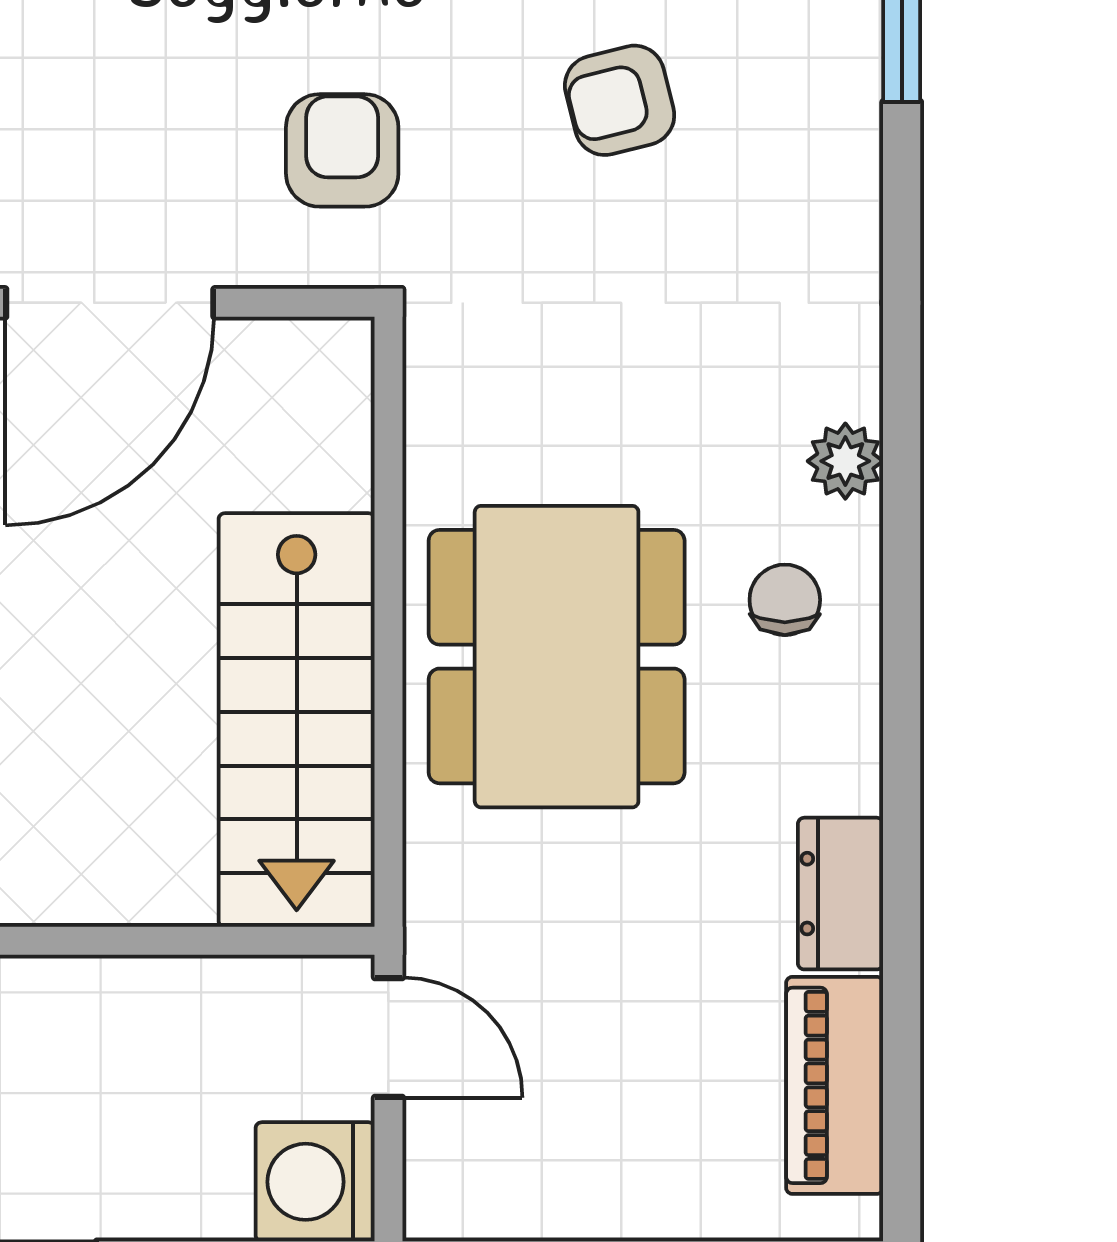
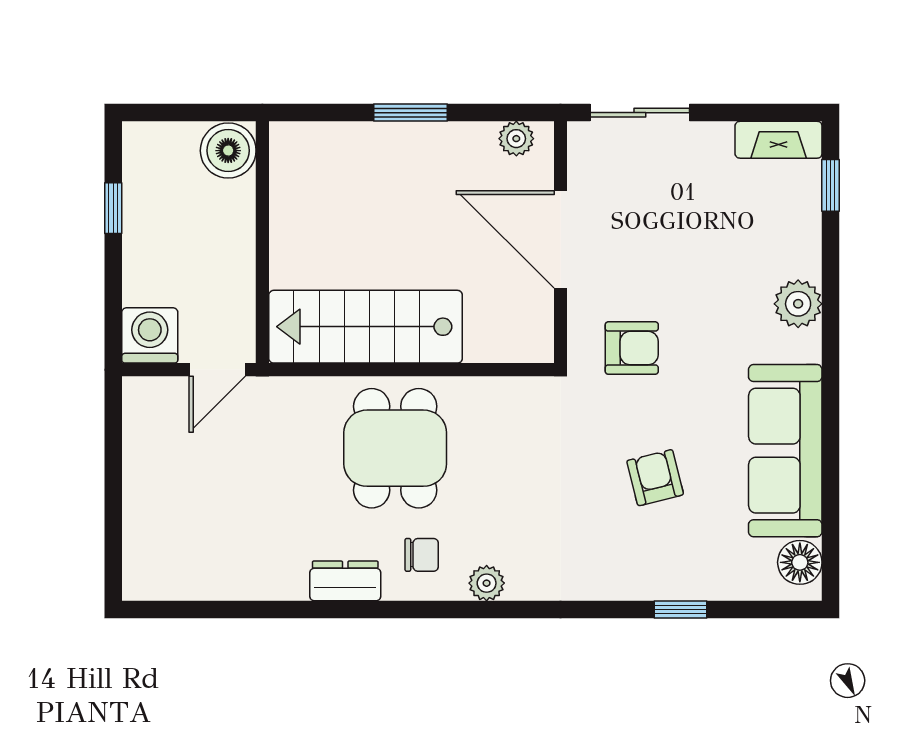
dining table: (557, 657) -> (395, 448), width x0.73
dresser: (840, 894) -> (345, 581), moved
piano: (835, 1085) -> (195, 578), removed

